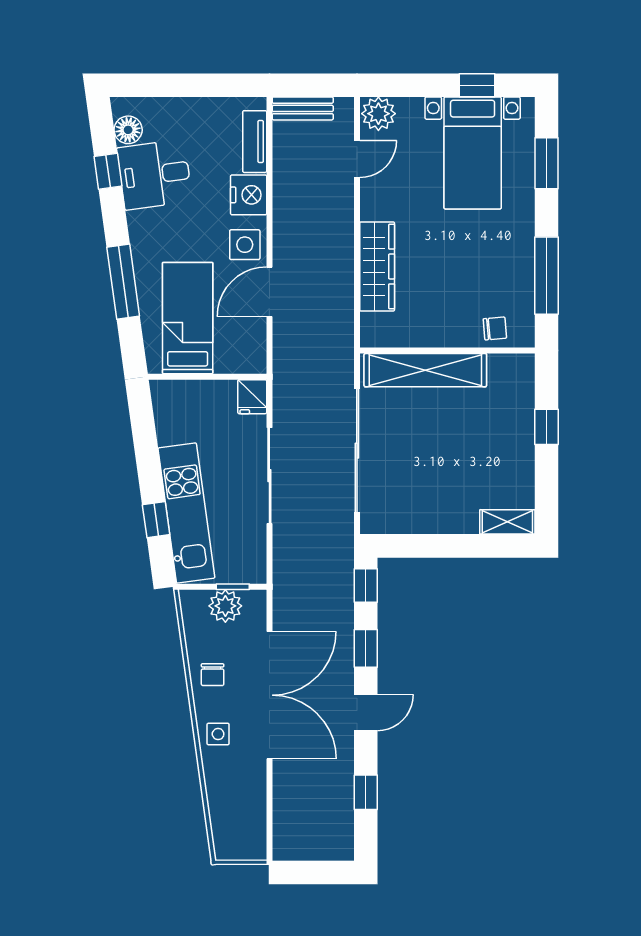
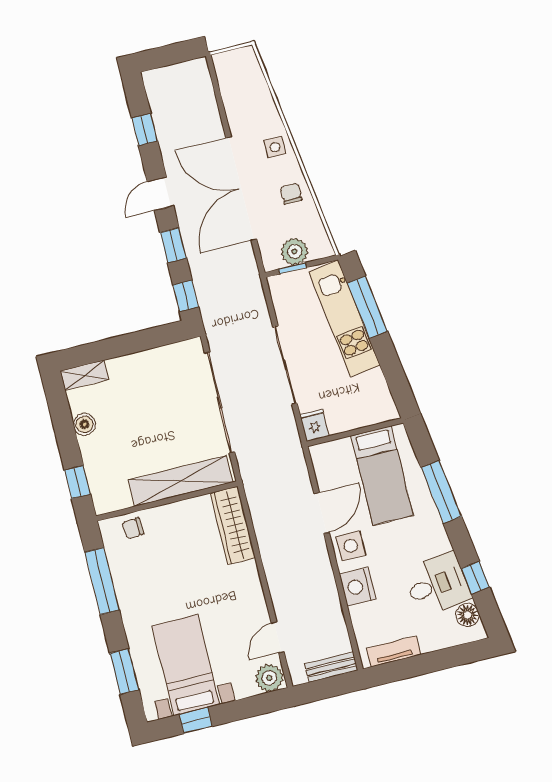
tv unit: (255, 142) -> (394, 651), moved, turned -90
wardrobe: (377, 266) -> (233, 525), moved
window: (546, 427) -> (77, 482), moved
boiler: (522, 464) -> (84, 424), added
window: (156, 520) -> (367, 307), width x2.17

